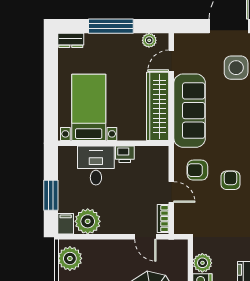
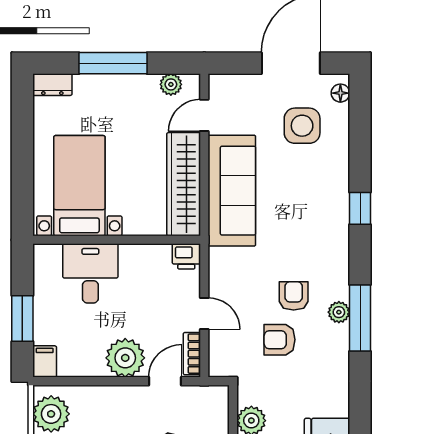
printer: (125, 154) -> (186, 256), moved
armchair: (197, 170) -> (280, 340), moved
plant: (88, 221) -> (125, 358), moved
door: (145, 237) -> (165, 381), swing flipped

